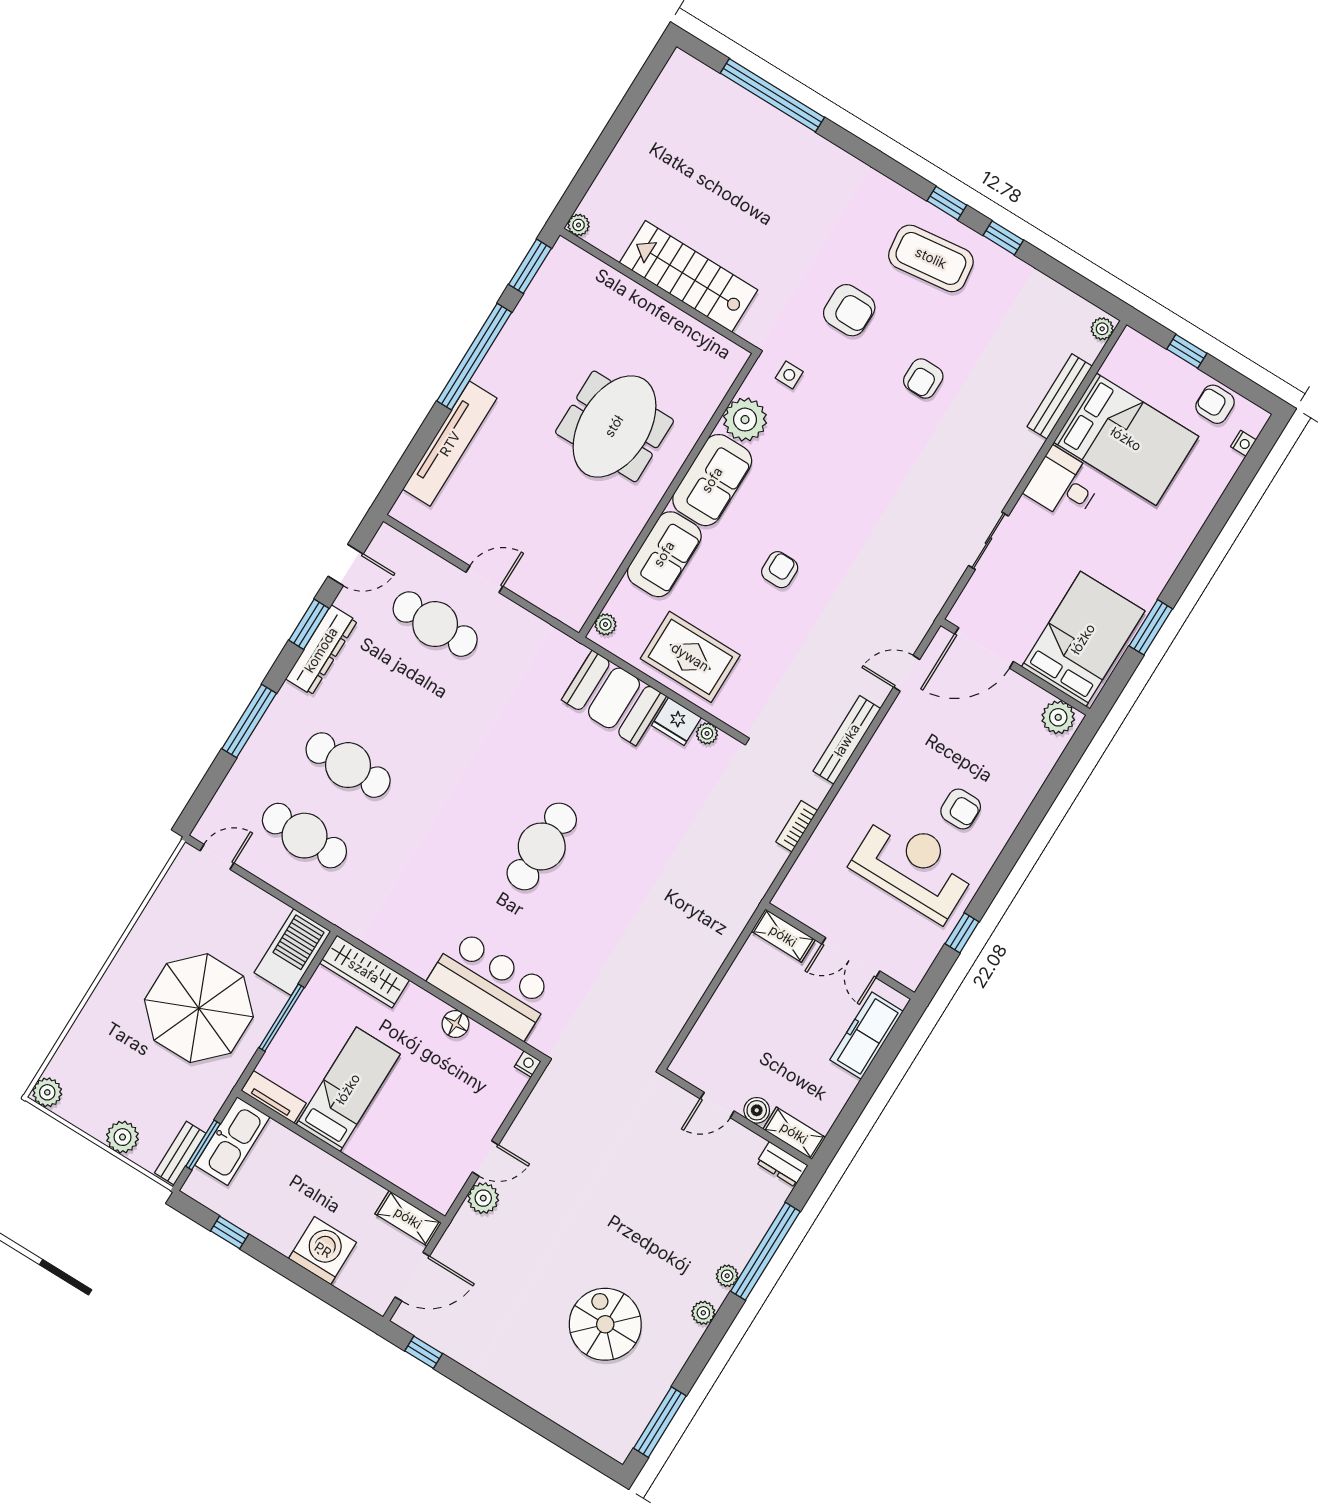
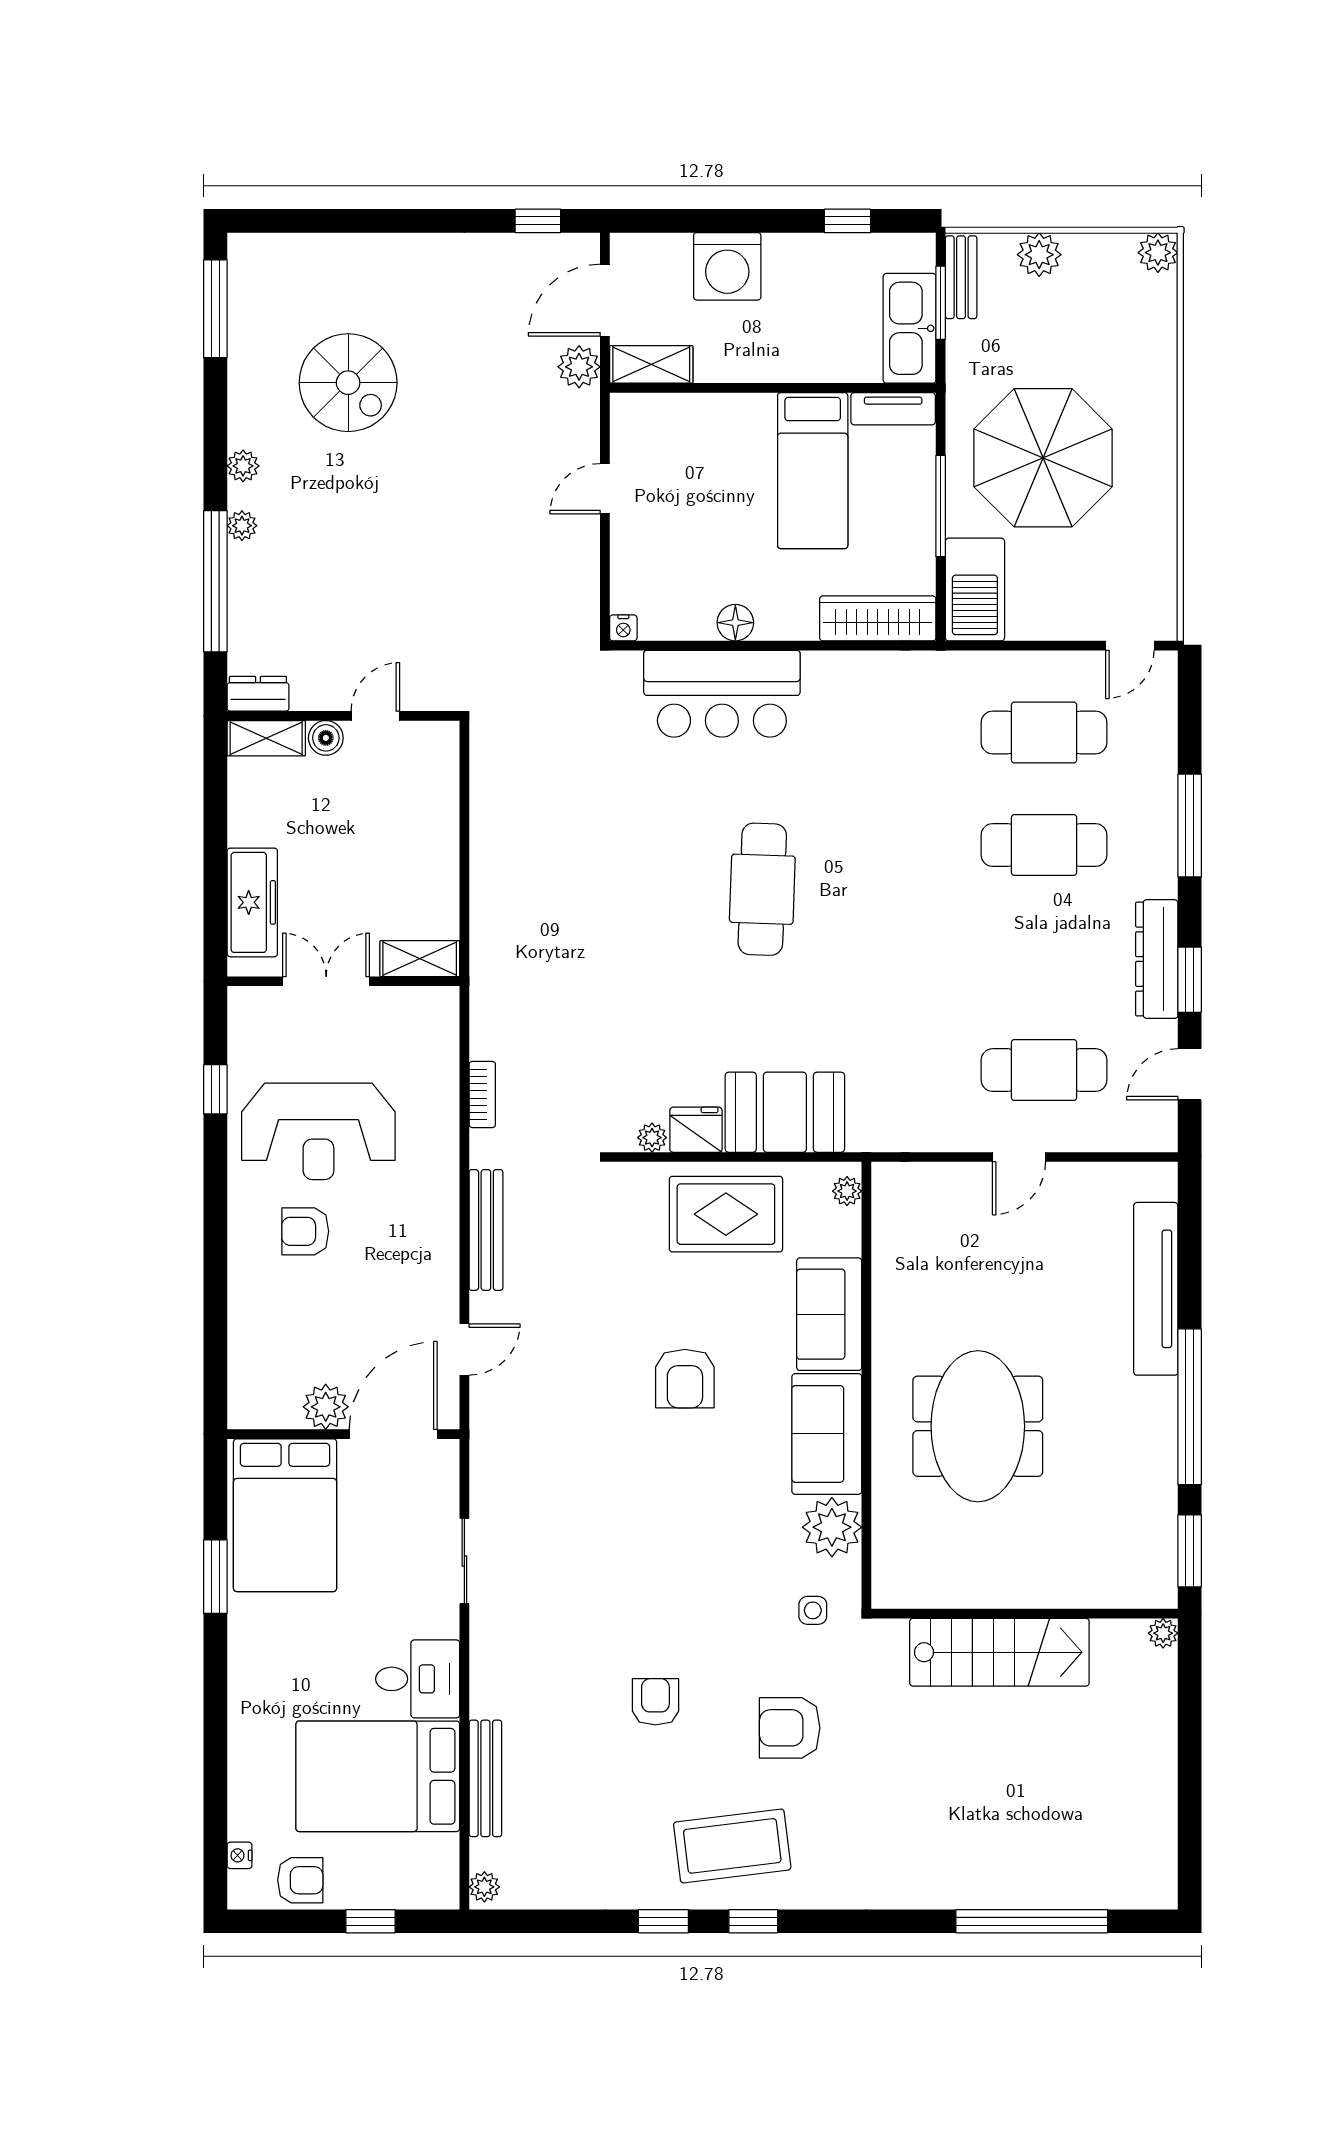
armchair: (780, 570) -> (685, 1379), width x1.38, depth x1.38
plant: (1058, 717) -> (326, 1407), moved
plant: (483, 1198) -> (579, 367), moved

